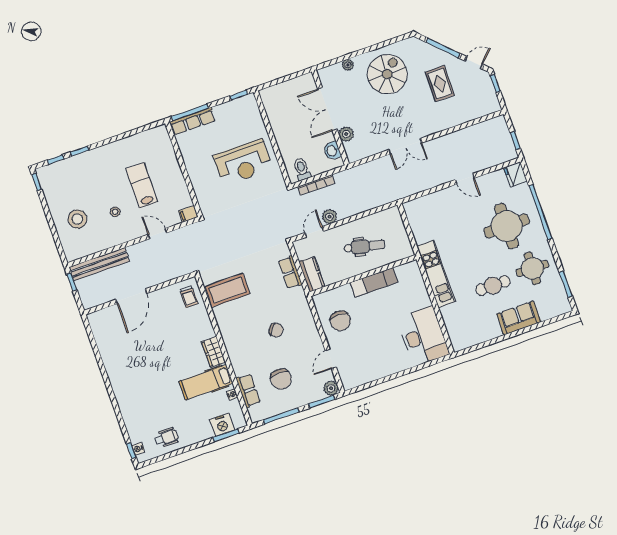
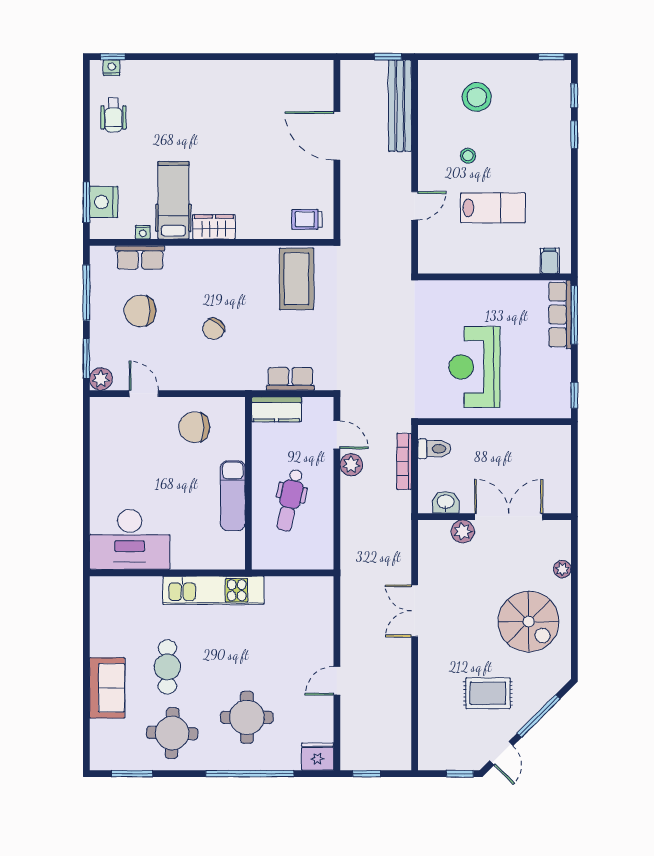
filing cabinet: (188, 214) -> (550, 261), moved
round table: (507, 226) -> (247, 717), width x0.73, depth x0.73

